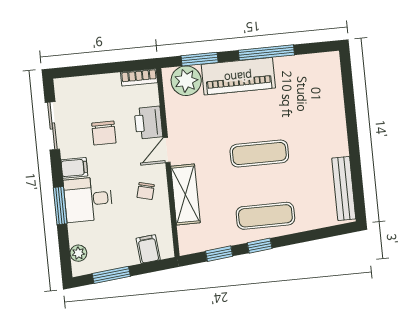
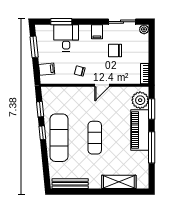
printer: (148, 123) -> (118, 76), removed
door: (167, 150) -> (102, 85), swing flipped
shelving: (185, 194) -> (119, 182), moved
desk: (88, 199) -> (66, 38), moved
window: (60, 206) -> (61, 22), moved
exercise mat: (265, 216) -> (59, 138), width x1.36, depth x1.45
plant: (78, 253) -> (144, 29), moved

